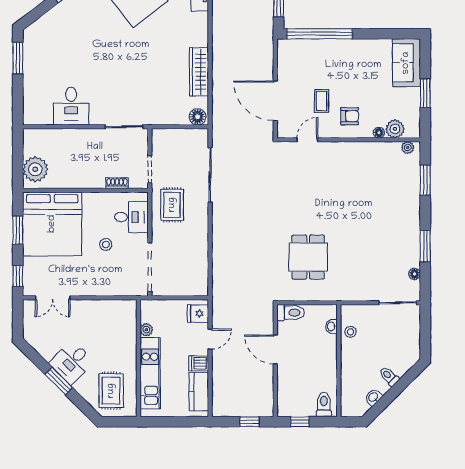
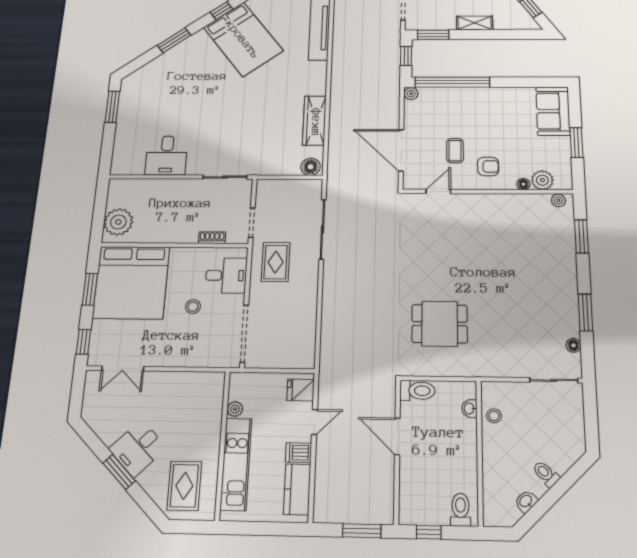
plant: (283, 45) -> (411, 94), added
dining table: (308, 257) -> (440, 324), turned 90
window: (249, 422) -> (362, 531), width x1.50

